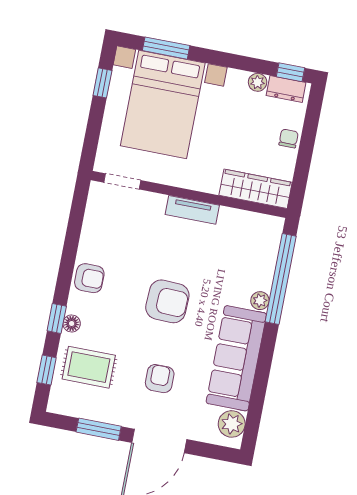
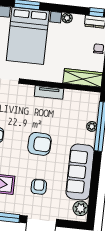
plant: (258, 82) -> (67, 18), moved
plant: (260, 301) -> (92, 126), moved

